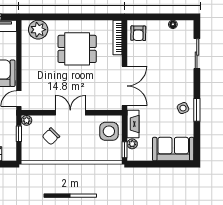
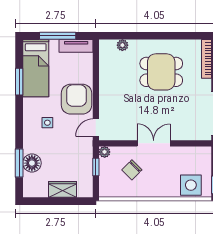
plant: (38, 30) -> (122, 45), width x0.53, depth x0.53
side table: (109, 131) -> (191, 185), moved

